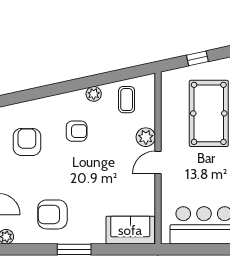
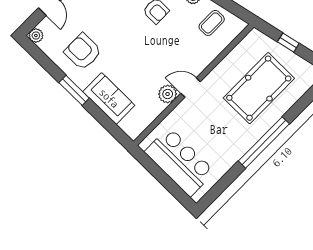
plant: (146, 137) -> (168, 94), moved
sofa: (130, 230) -> (109, 98), moved

